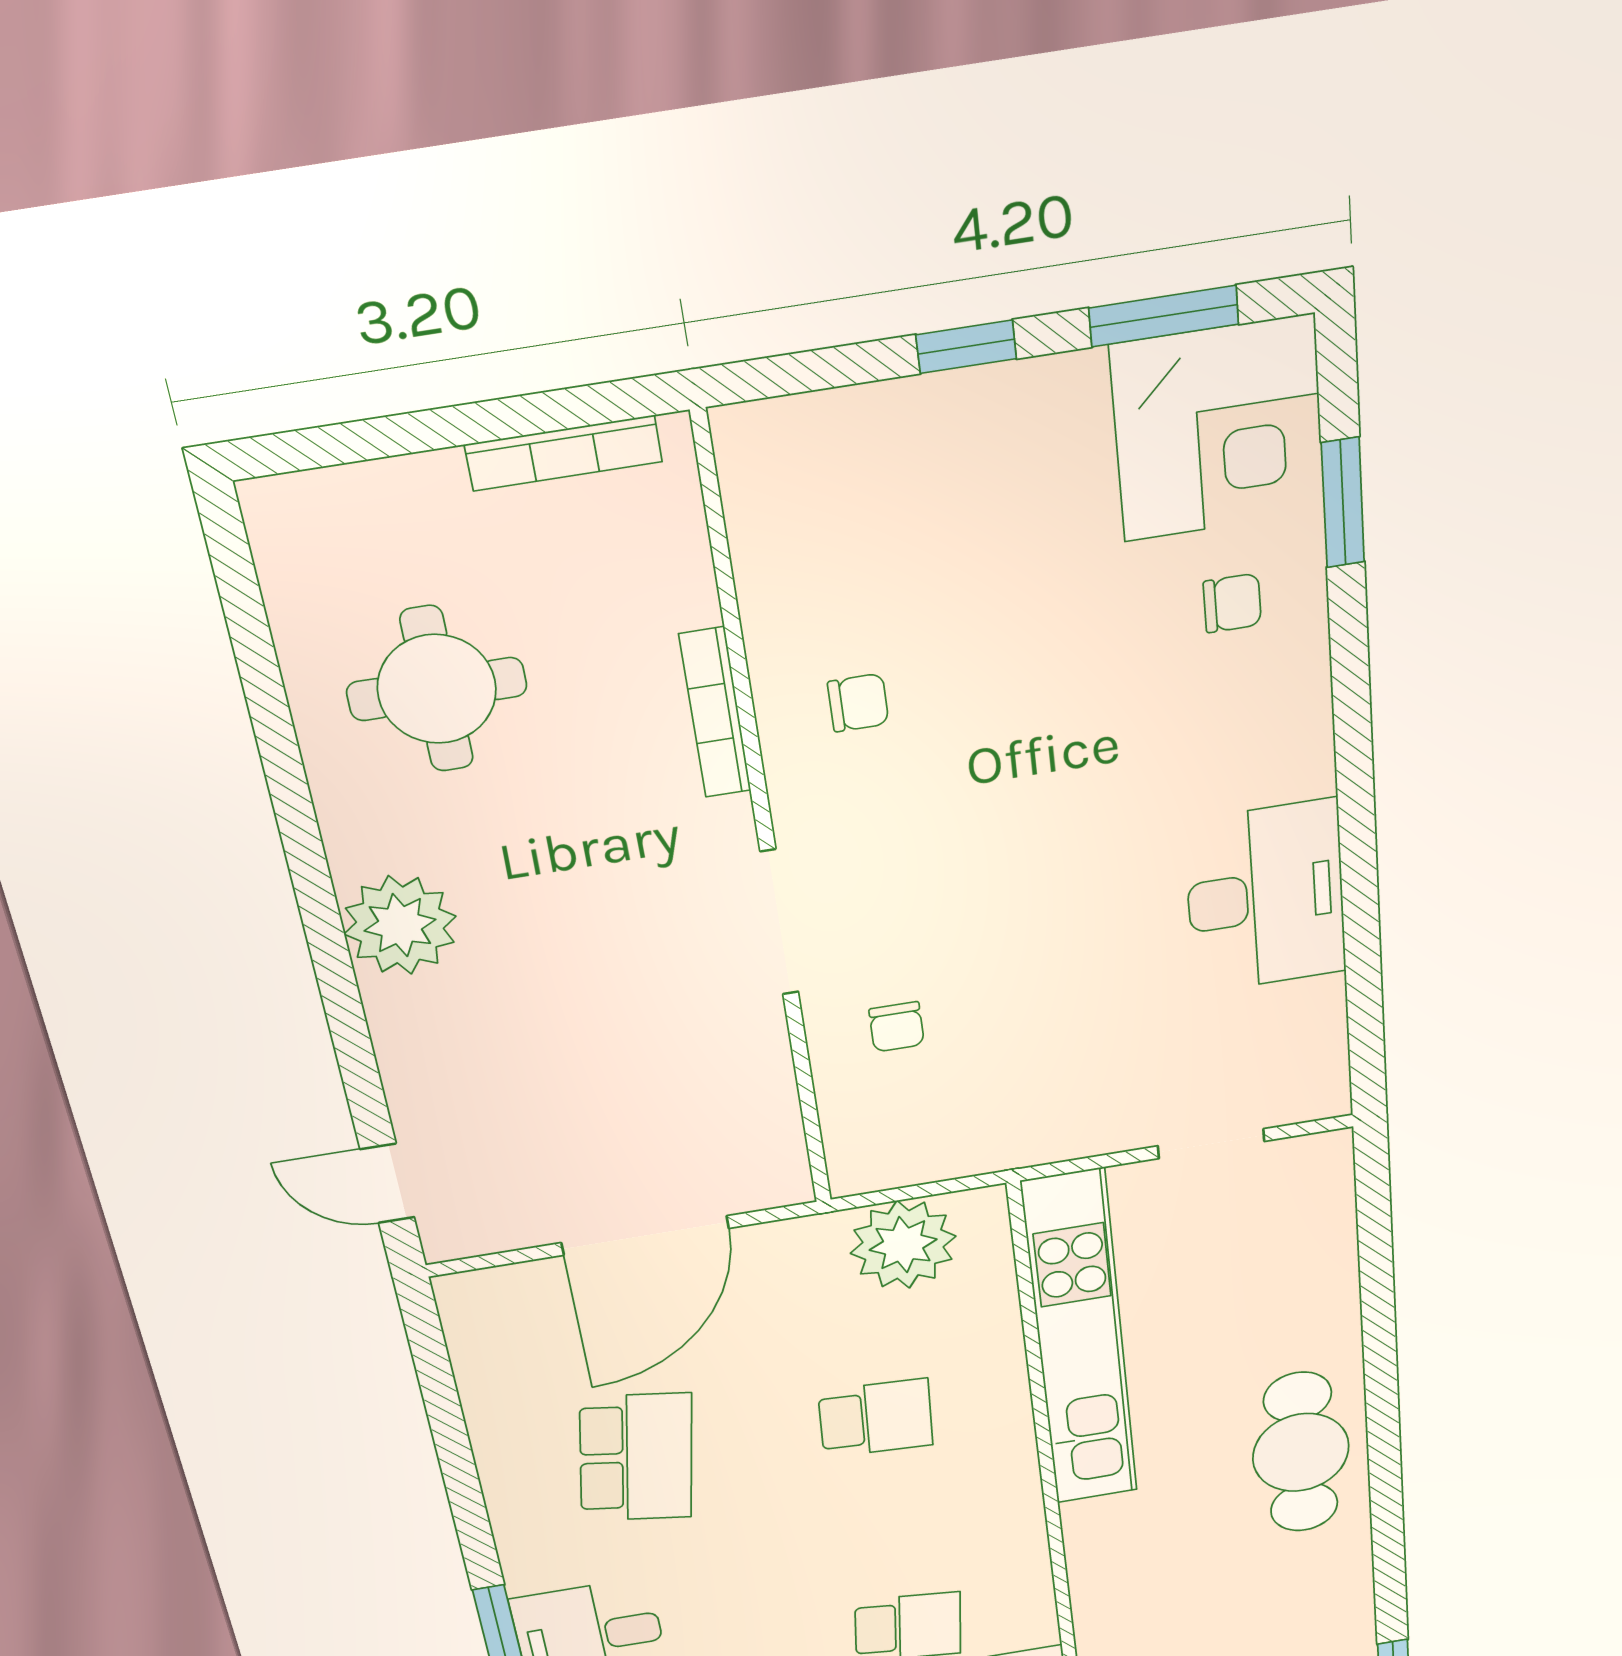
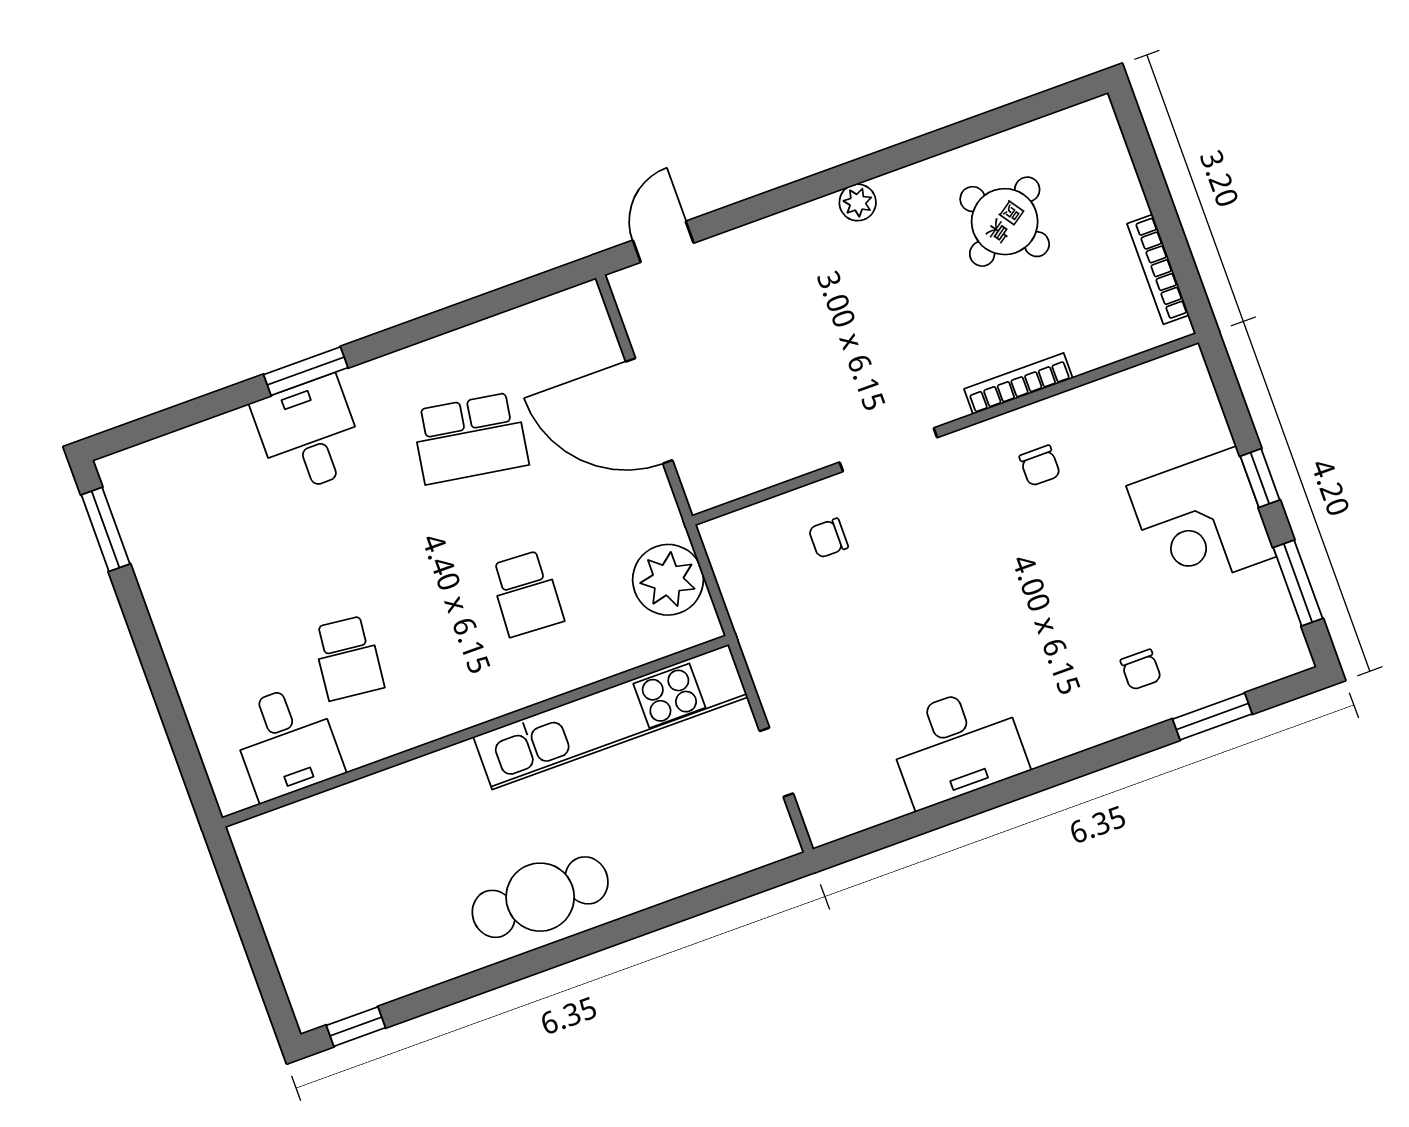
corner desk: (1218, 429) -> (1201, 521), moved
round table: (437, 689) -> (1005, 222), turned -35
plant: (400, 925) -> (858, 202), width x0.53, depth x0.53

